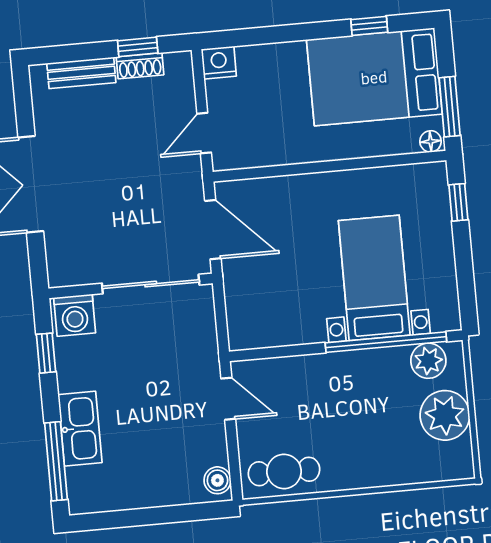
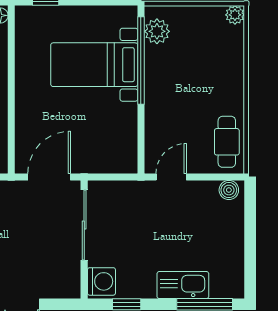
plant: (445, 415) -> (235, 15), moved, width x0.53, depth x0.53

